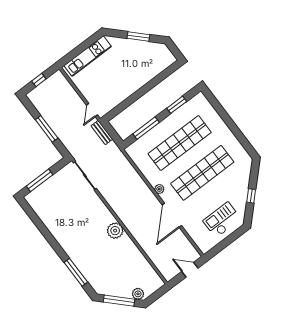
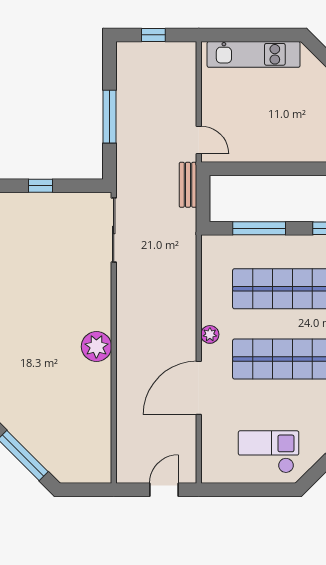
door: (92, 110) -> (199, 140), swing flipped
window: (40, 180) -> (41, 186), width x0.46
door: (190, 270) -> (164, 490), hinge flipped
plant: (138, 294) -> (59, 467), removed

